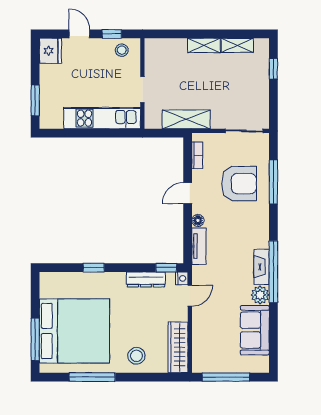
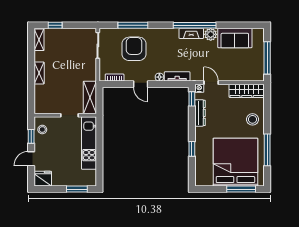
shelving: (237, 45) -> (39, 40), moved
shelving: (186, 119) -> (90, 97), moved

